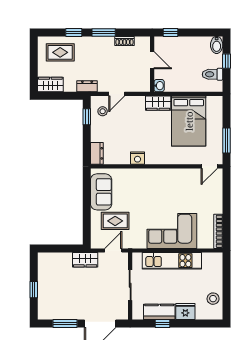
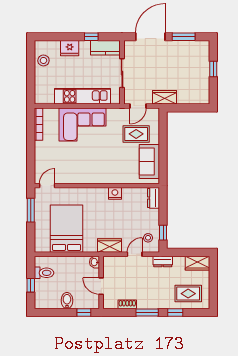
bidet: (217, 45) -> (67, 301), moved
wardrobe: (158, 103) -> (109, 246), moved
kitchen counter: (159, 312) -> (105, 48), moved

